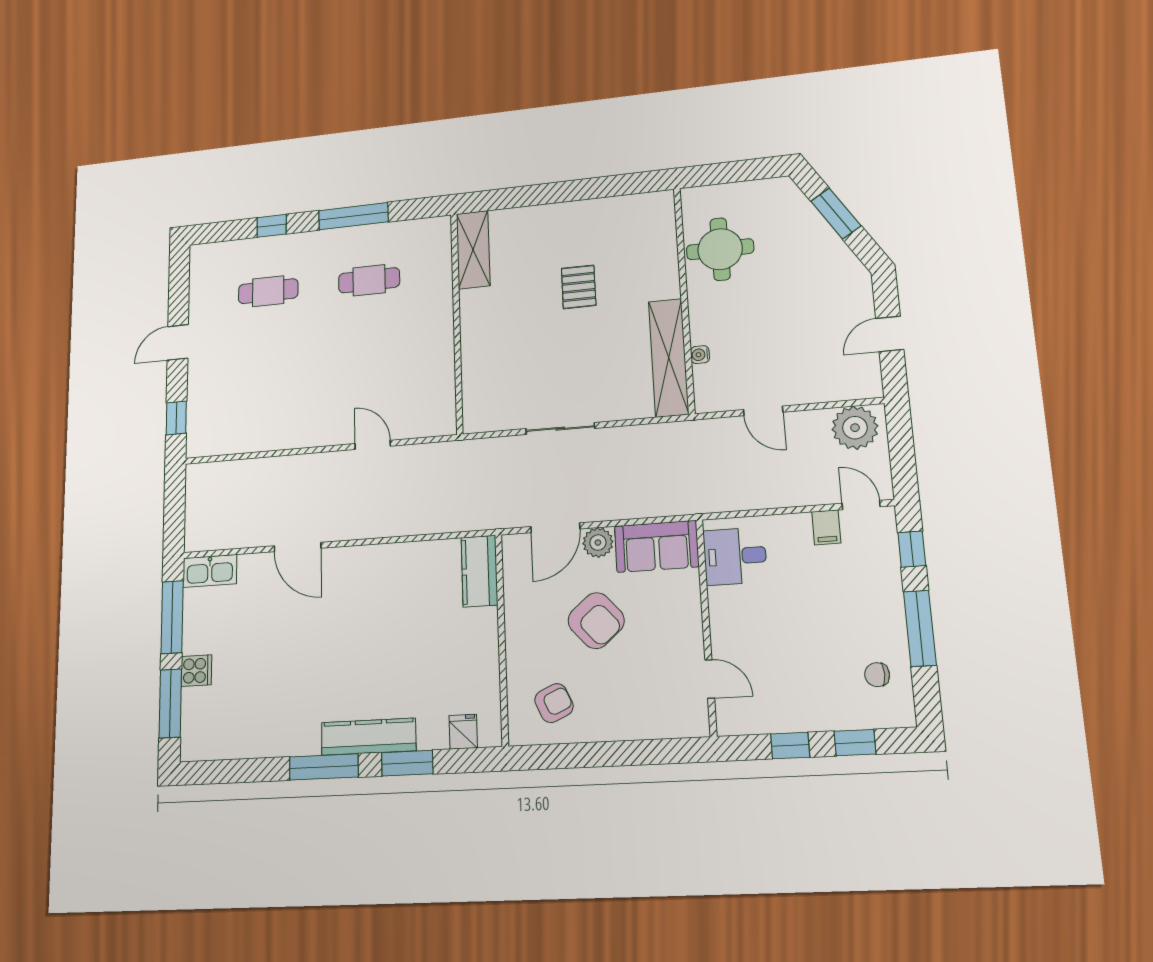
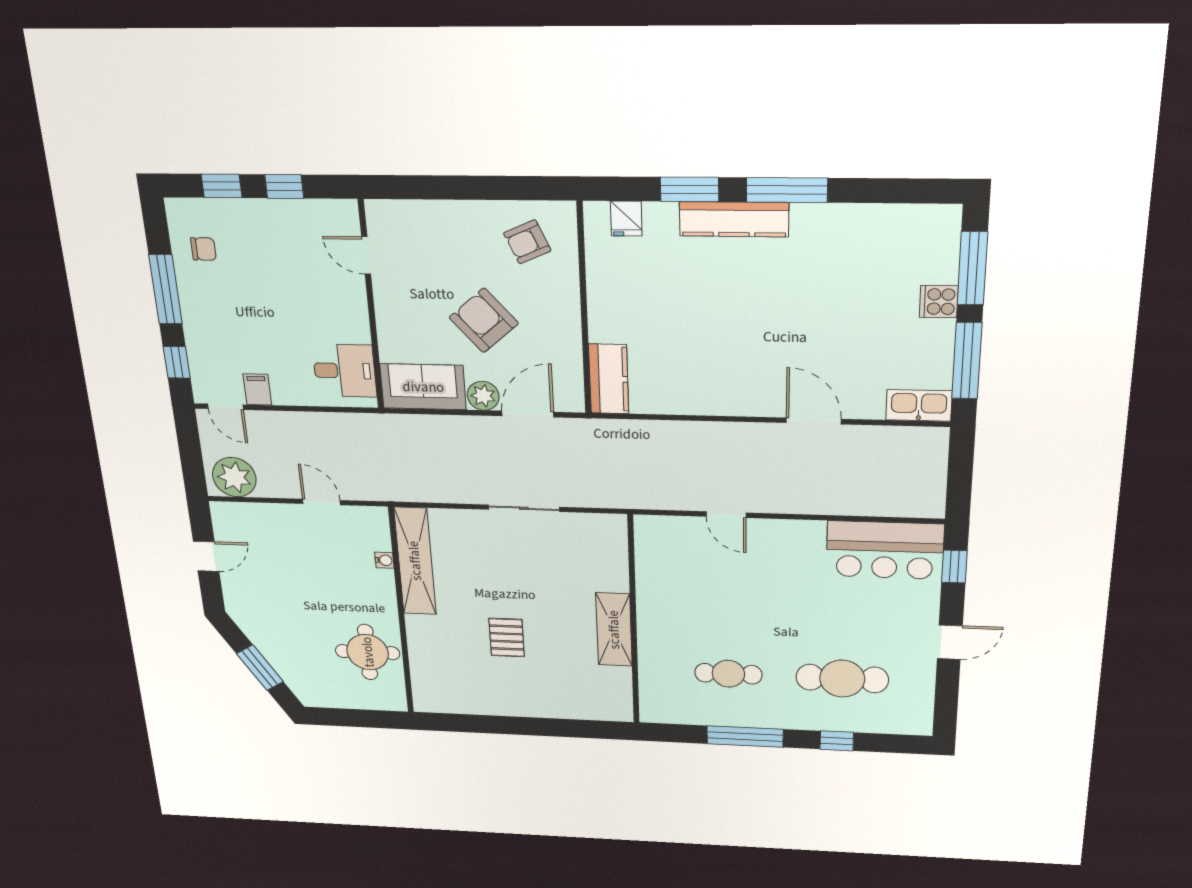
shelving: (473, 250) -> (614, 630), moved
cafe table: (268, 291) -> (842, 679), width x1.37, depth x1.35
bar counter: (235, 426) -> (885, 550), added

